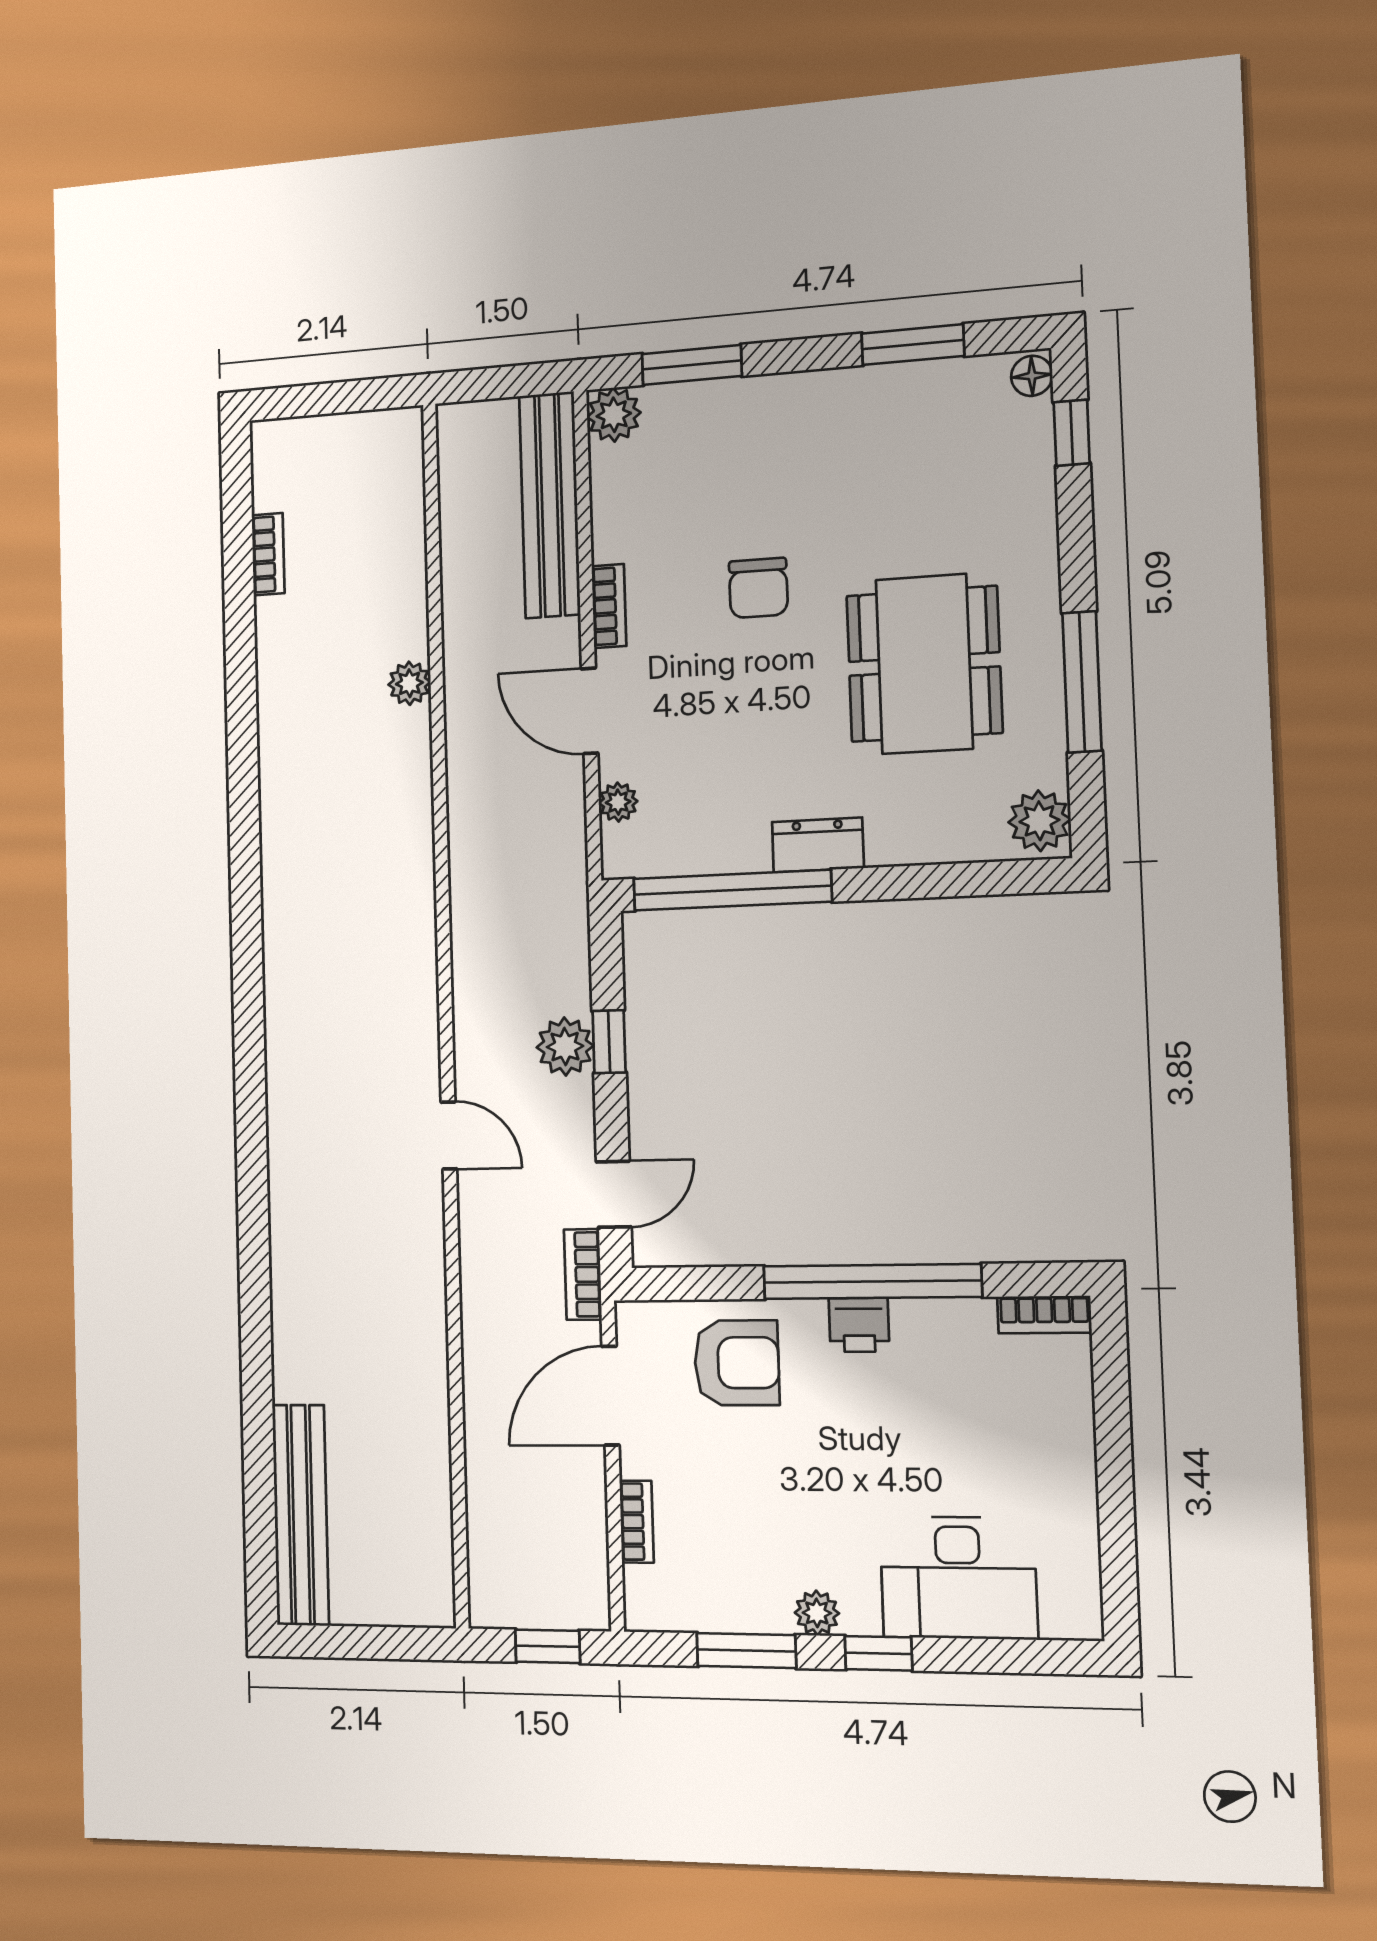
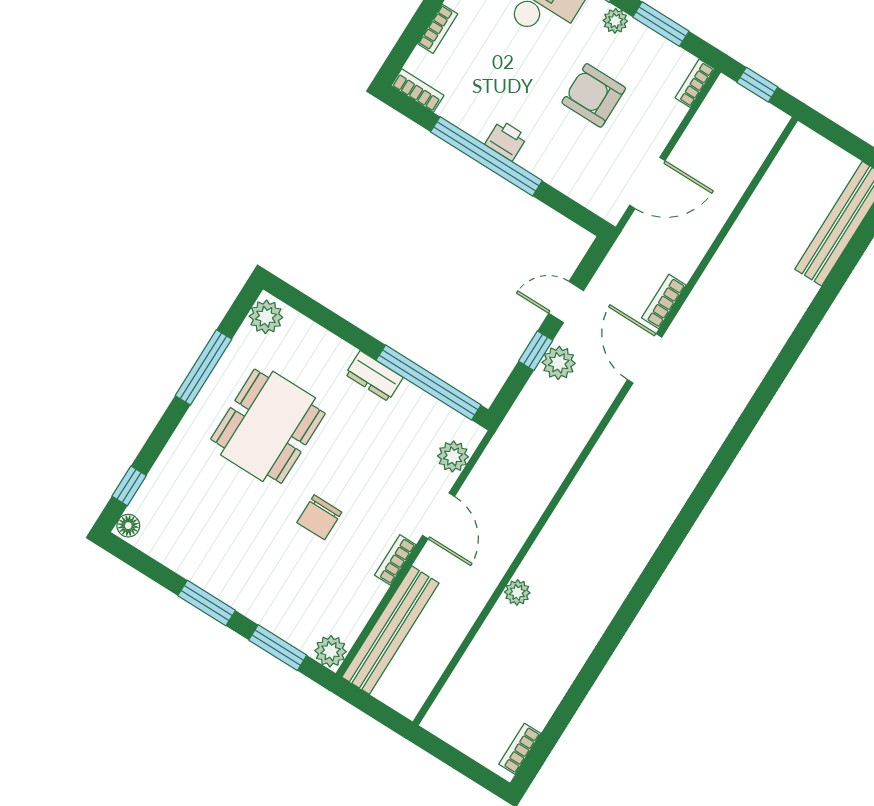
window: (913, 345) -> (207, 603), moved
bookcase: (268, 554) -> (520, 749), moved
chair: (758, 588) -> (319, 517), turned 180
plant: (618, 802) -> (453, 456), width x1.38, depth x1.38
door: (449, 1135) -> (645, 358), width x1.38
door: (614, 1194) -> (566, 302), moved
bookcase: (583, 1274) -> (664, 302), moved, turned 180
armchair: (737, 1363) -> (594, 95), moved
bookcase: (1078, 1430) -> (438, 29), added
bookcase: (637, 1522) -> (695, 83), moved

